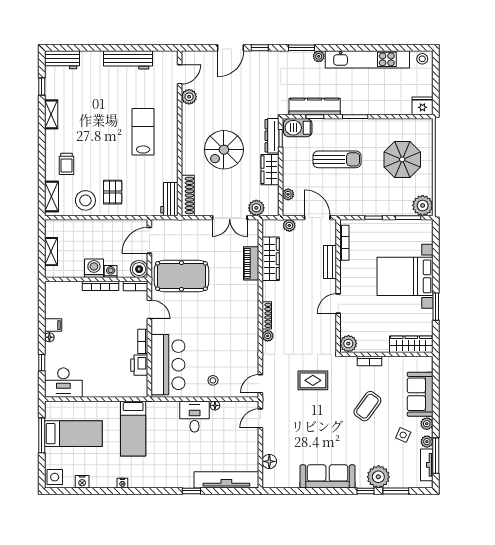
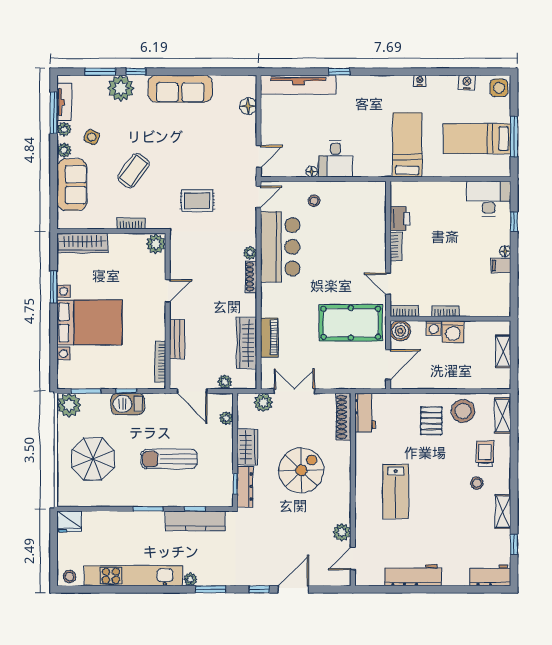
barbecue: (298, 128) -> (128, 404), moved, turned 180
stool: (74, 139) -> (477, 483), added
bookcase: (101, 286) -> (445, 311), width x0.64
bar counter: (168, 365) -> (280, 247), moved, turned 180

